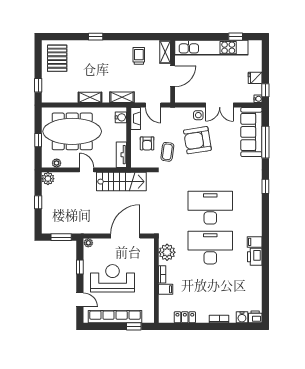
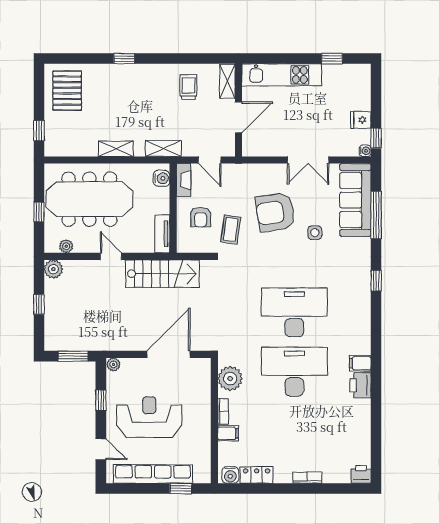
kitchen unit: (211, 48) -> (282, 75), width x0.73
side table: (198, 115) -> (315, 233), moved
water cooler: (242, 317) -> (230, 475), moved

